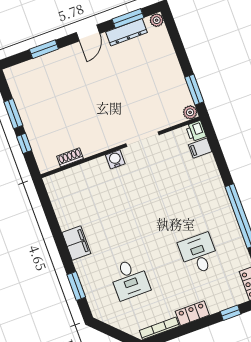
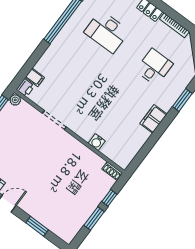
shoe rack: (70, 157) -> (112, 171), moved
water cooler: (115, 159) -> (97, 142), moved
desk: (199, 254) -> (107, 32), width x1.37

